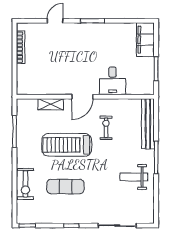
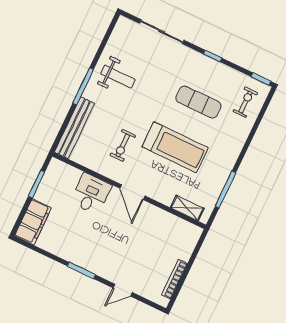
door: (82, 97) -> (132, 192), swing flipped
shelving: (51, 104) -> (187, 208), moved
exercise bike: (25, 184) -> (245, 102), moved, width x0.73, depth x0.72

